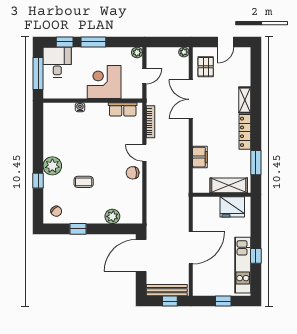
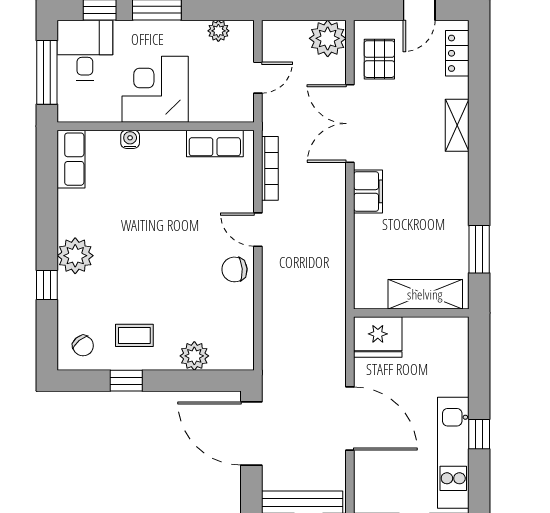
plant: (184, 52) -> (328, 38), width x1.87, depth x1.87
plant: (137, 53) -> (218, 31), moved
corner desk: (104, 82) -> (155, 89), moved
row of seats: (50, 117) -> (71, 159), added
locker: (245, 132) -> (457, 53), moved, width x0.66
filing cabinet: (200, 157) -> (368, 191), moved
coffee table: (84, 182) -> (134, 335), moved
fridge: (232, 207) -> (378, 337), moved
door: (191, 248) -> (350, 418), hinge flipped
door: (141, 256) -> (251, 434), hinge flipped

